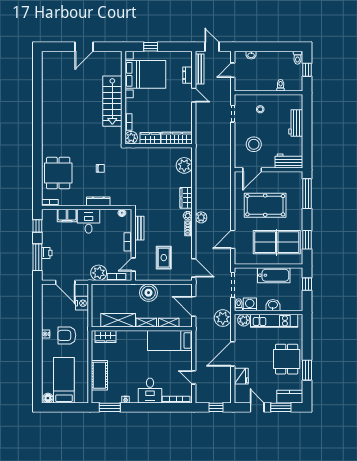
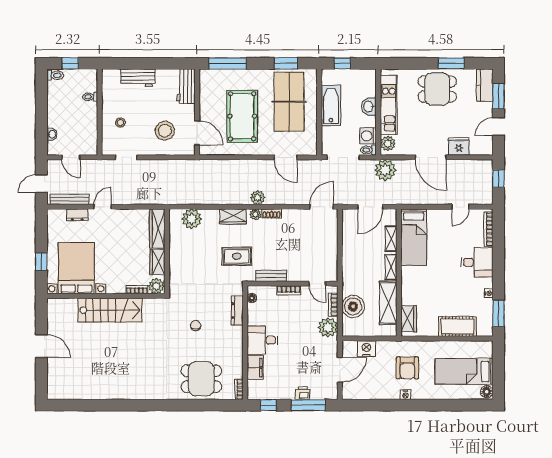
dresser: (98, 201) -> (237, 311), moved
rug: (164, 258) -> (237, 256), moved
boiler: (148, 293) -> (353, 307), moved

